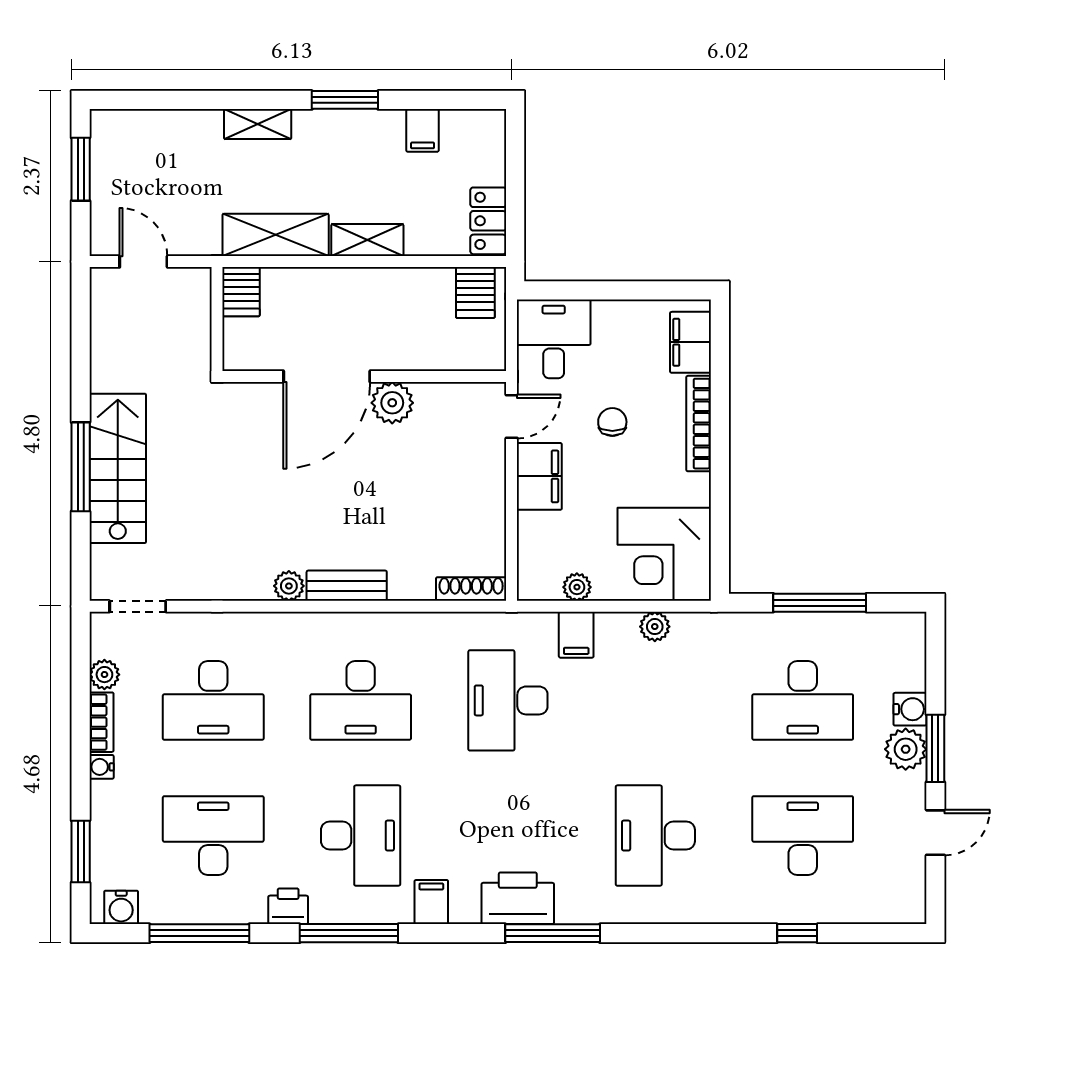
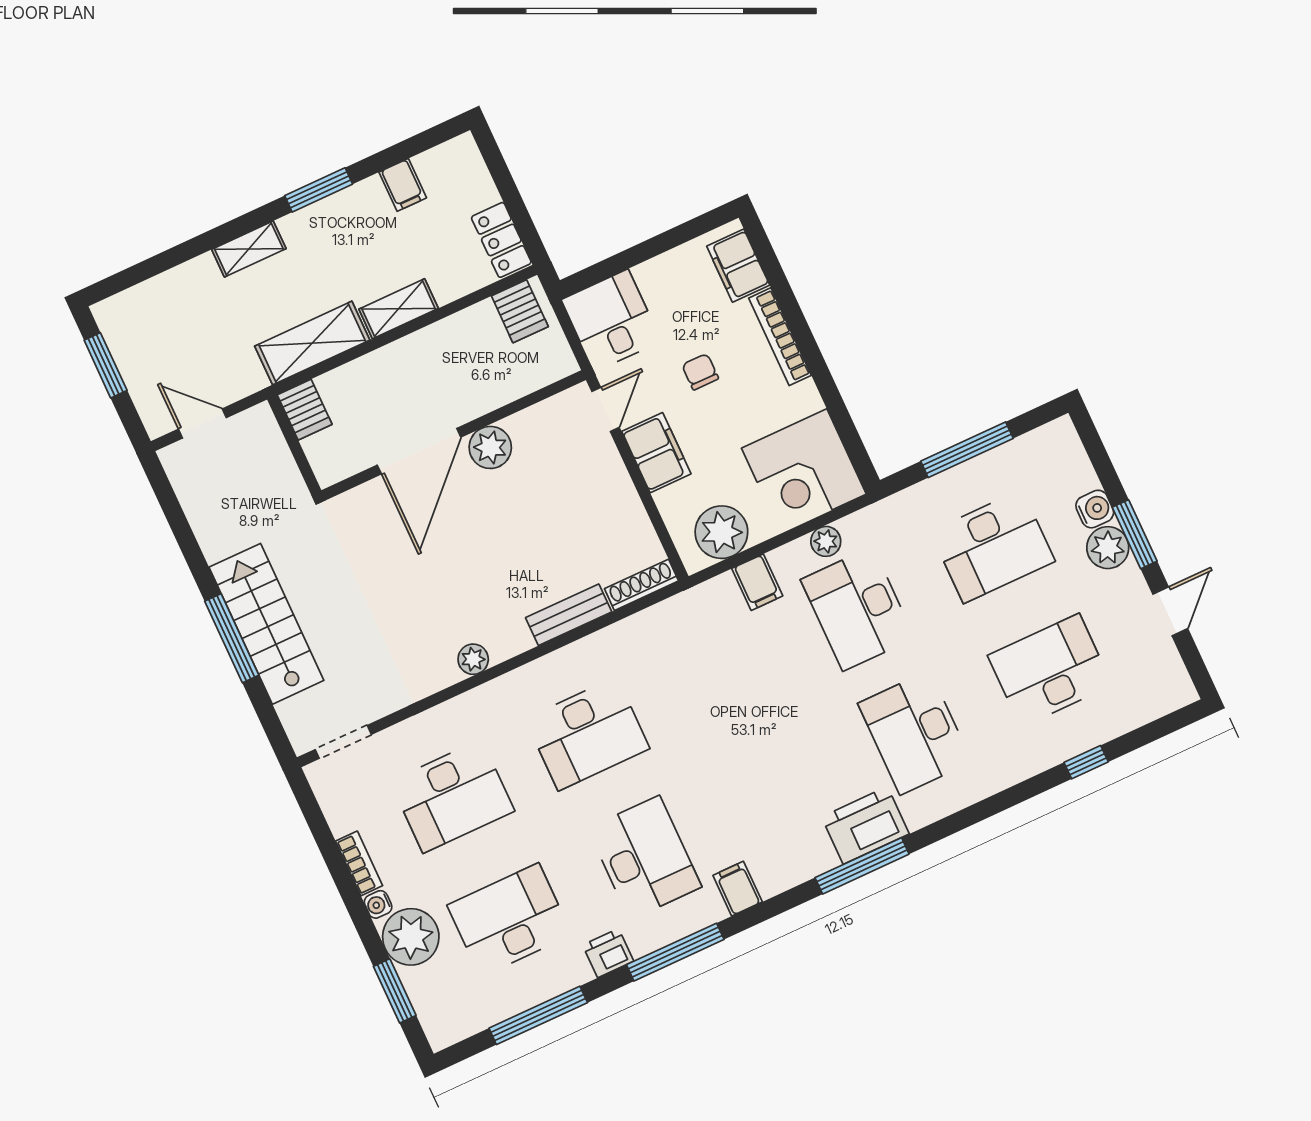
bench: (347, 586) -> (569, 615), moved
plant: (577, 587) -> (721, 532), width x1.88, depth x1.88
plant: (104, 675) -> (411, 937), moved, width x1.88, depth x1.88
desk: (508, 700) -> (858, 609), moved
printer: (518, 898) -> (865, 825), moved
water cooler: (121, 907) -> (456, 1025), removed

